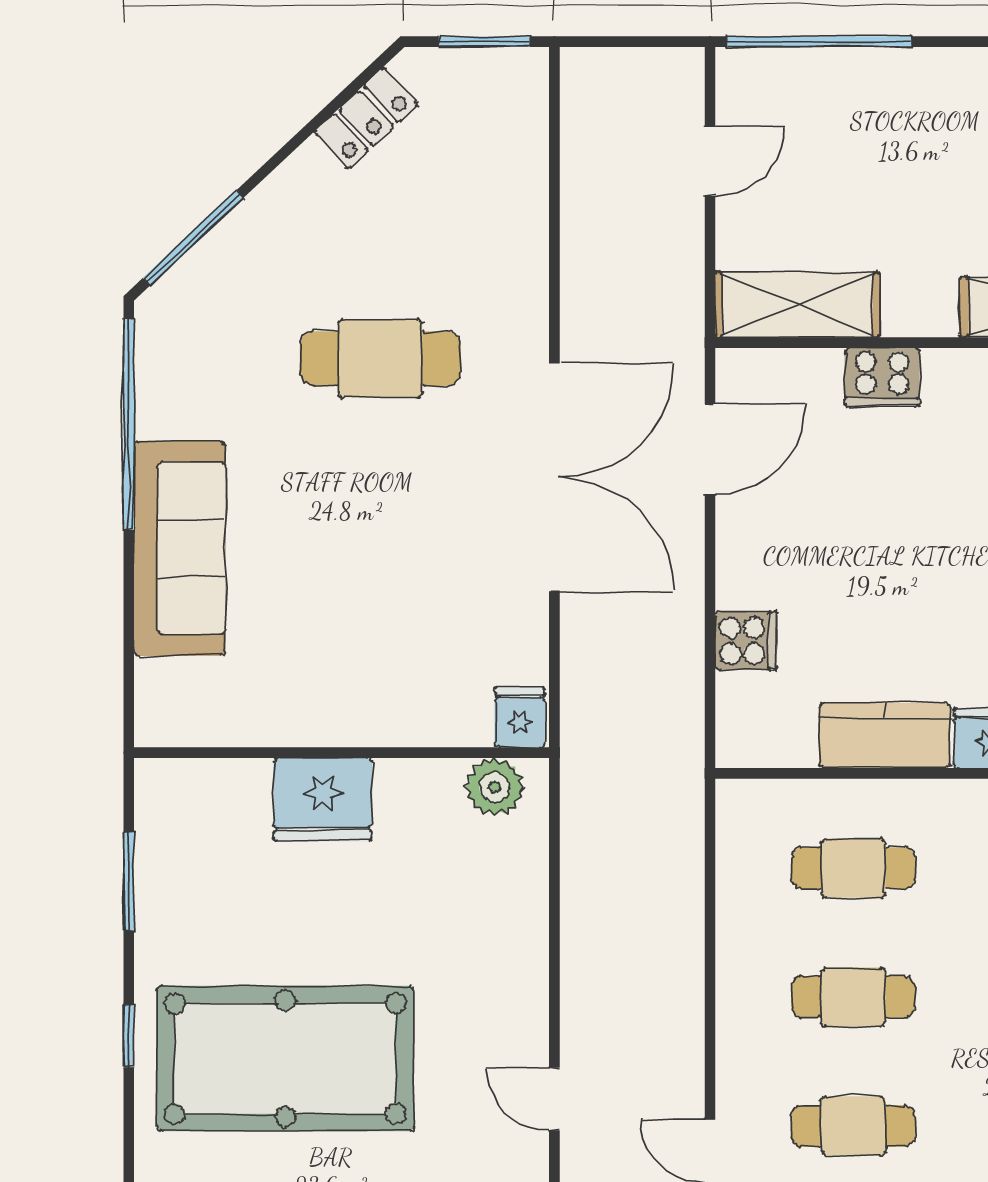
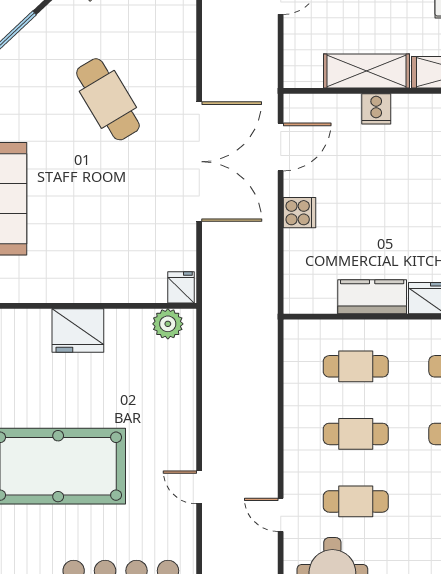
shelving: (797, 305) -> (366, 71), moved
cafe table: (380, 359) -> (108, 99), turned 59
cooker: (882, 377) -> (376, 109), width x0.73
cooker: (746, 641) -> (300, 213), moved

